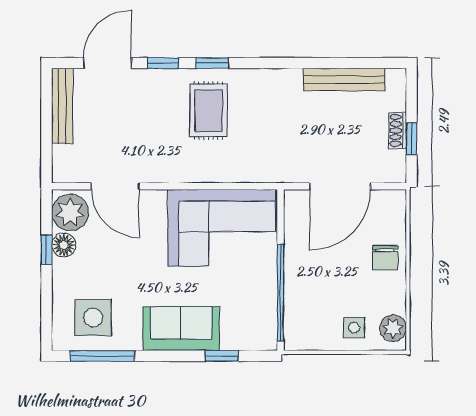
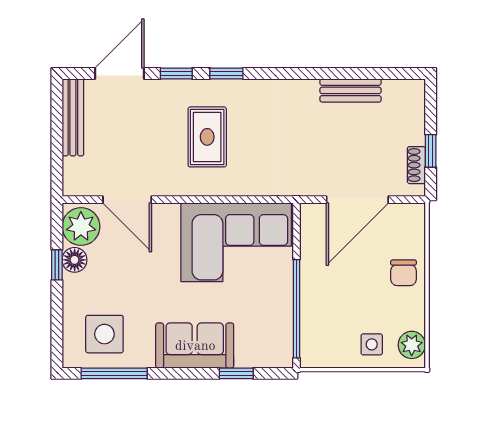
bench: (344, 80) -> (351, 90), width x0.73
rug: (209, 111) -> (207, 137), moved
shoe rack: (398, 130) -> (416, 165), moved

